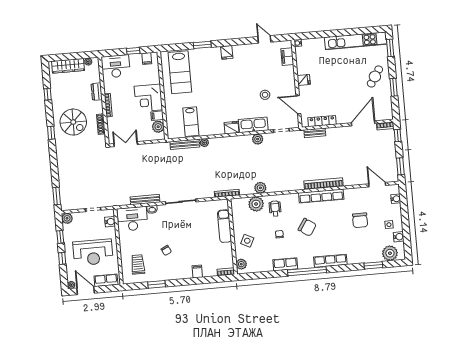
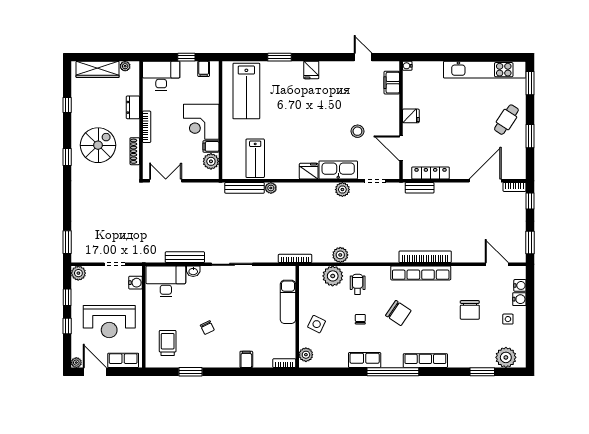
spiral stairs: (73, 122) -> (98, 145), turned -90
water cooler: (399, 237) -> (519, 299), moved

